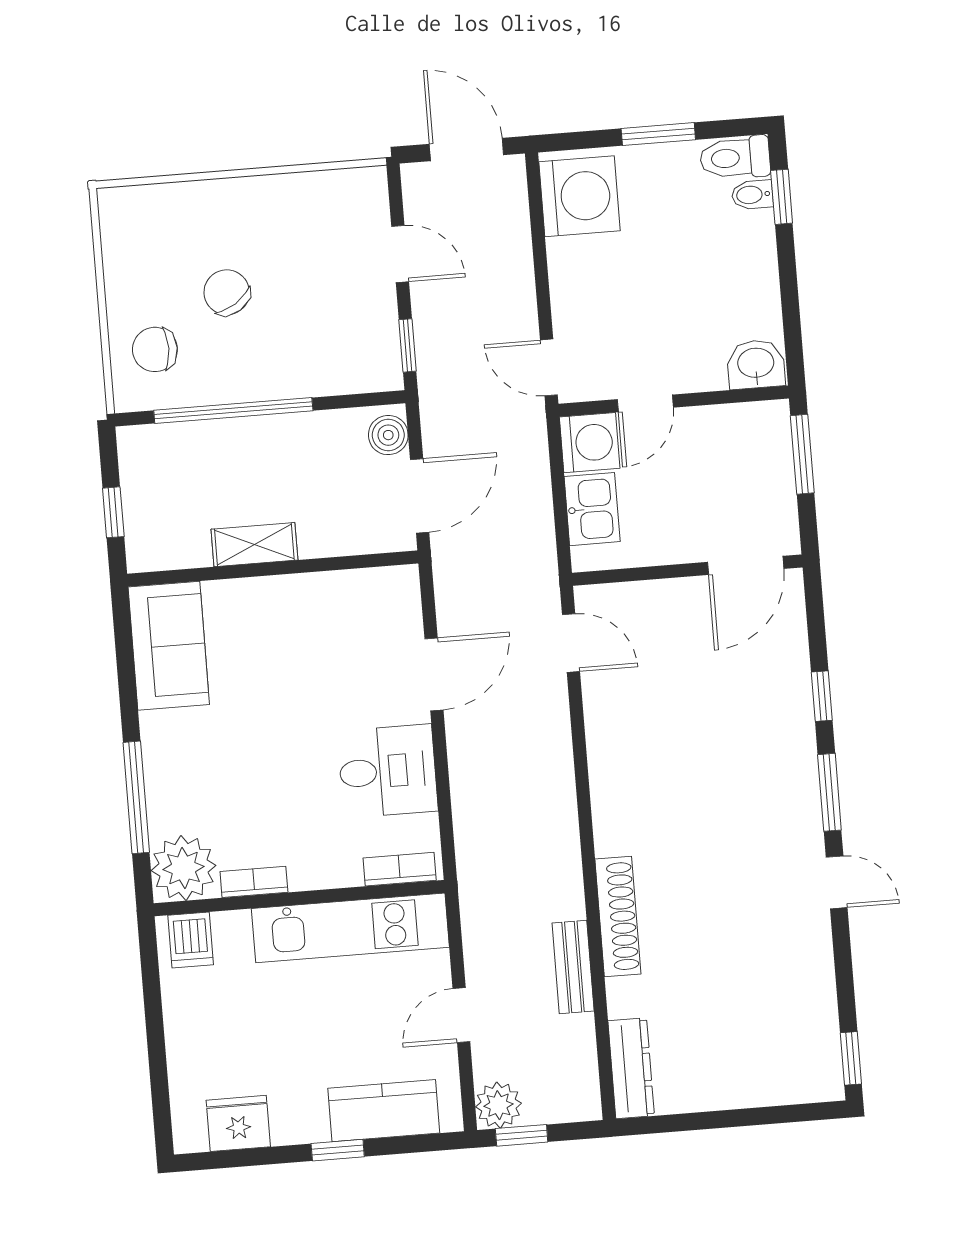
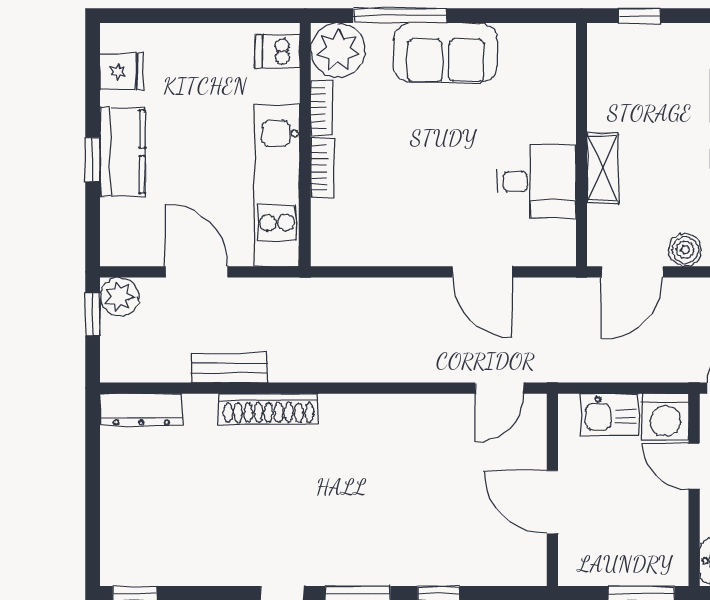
door: (420, 496) -> (632, 272), hinge flipped
shelving: (254, 545) -> (603, 168), moved
door: (746, 565) -> (552, 502), moved
sofa: (169, 646) -> (445, 53), moved
desk: (388, 771) -> (536, 181), moved, turned -90
bookcase: (400, 869) -> (323, 168), moved
door: (461, 1015) -> (197, 272), width x1.38
kitchen counter: (384, 1111) -> (122, 152), moved
fridge: (238, 1123) -> (122, 72), width x0.72

